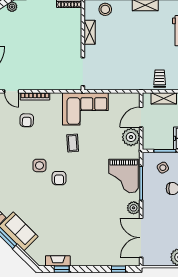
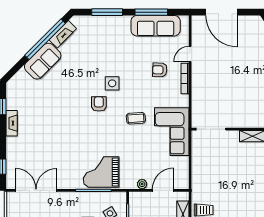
door: (141, 117) -> (163, 190), hinge flipped
plant: (131, 137) -> (142, 184), width x0.53, depth x0.53
armchair: (59, 178) -> (99, 104), turned 90
plant: (134, 208) -> (67, 182), removed
fireplace: (58, 261) -> (12, 123), moved

